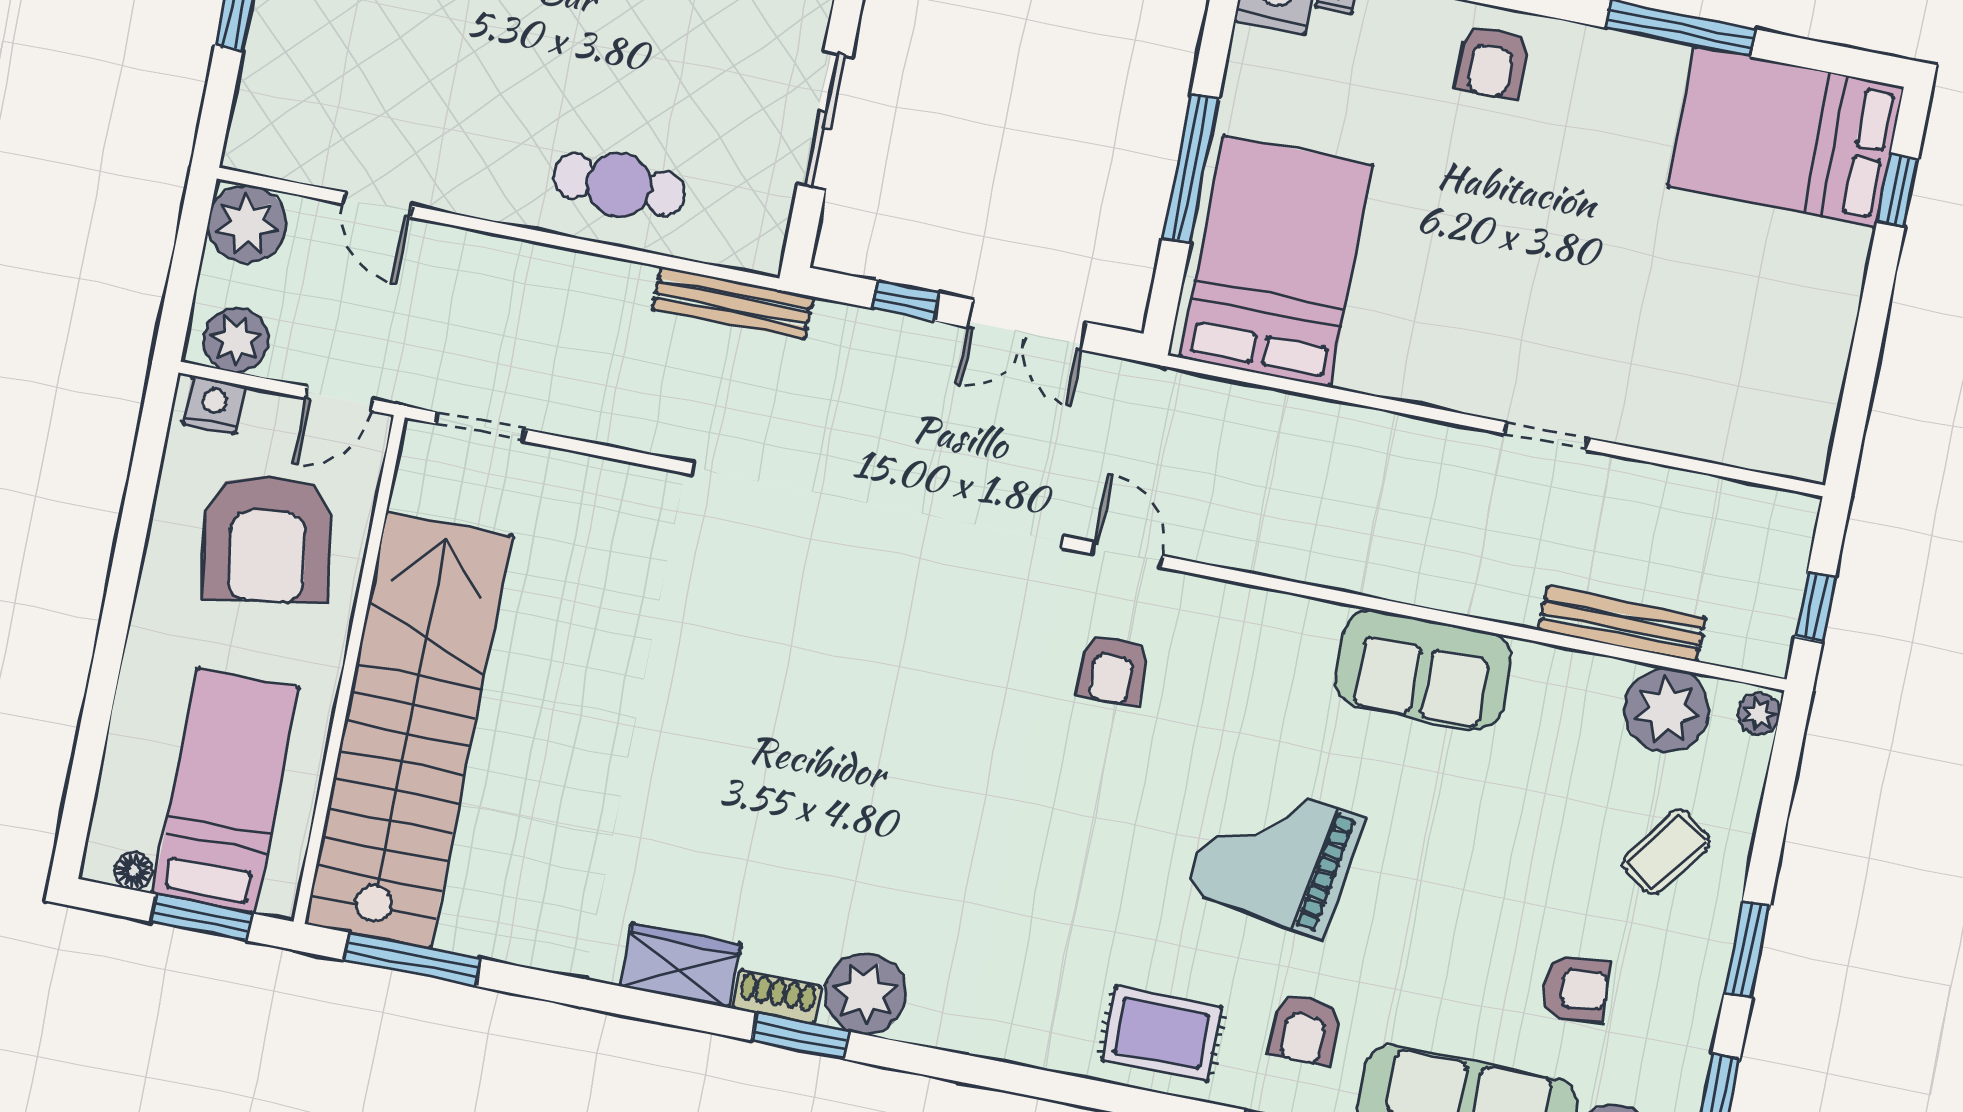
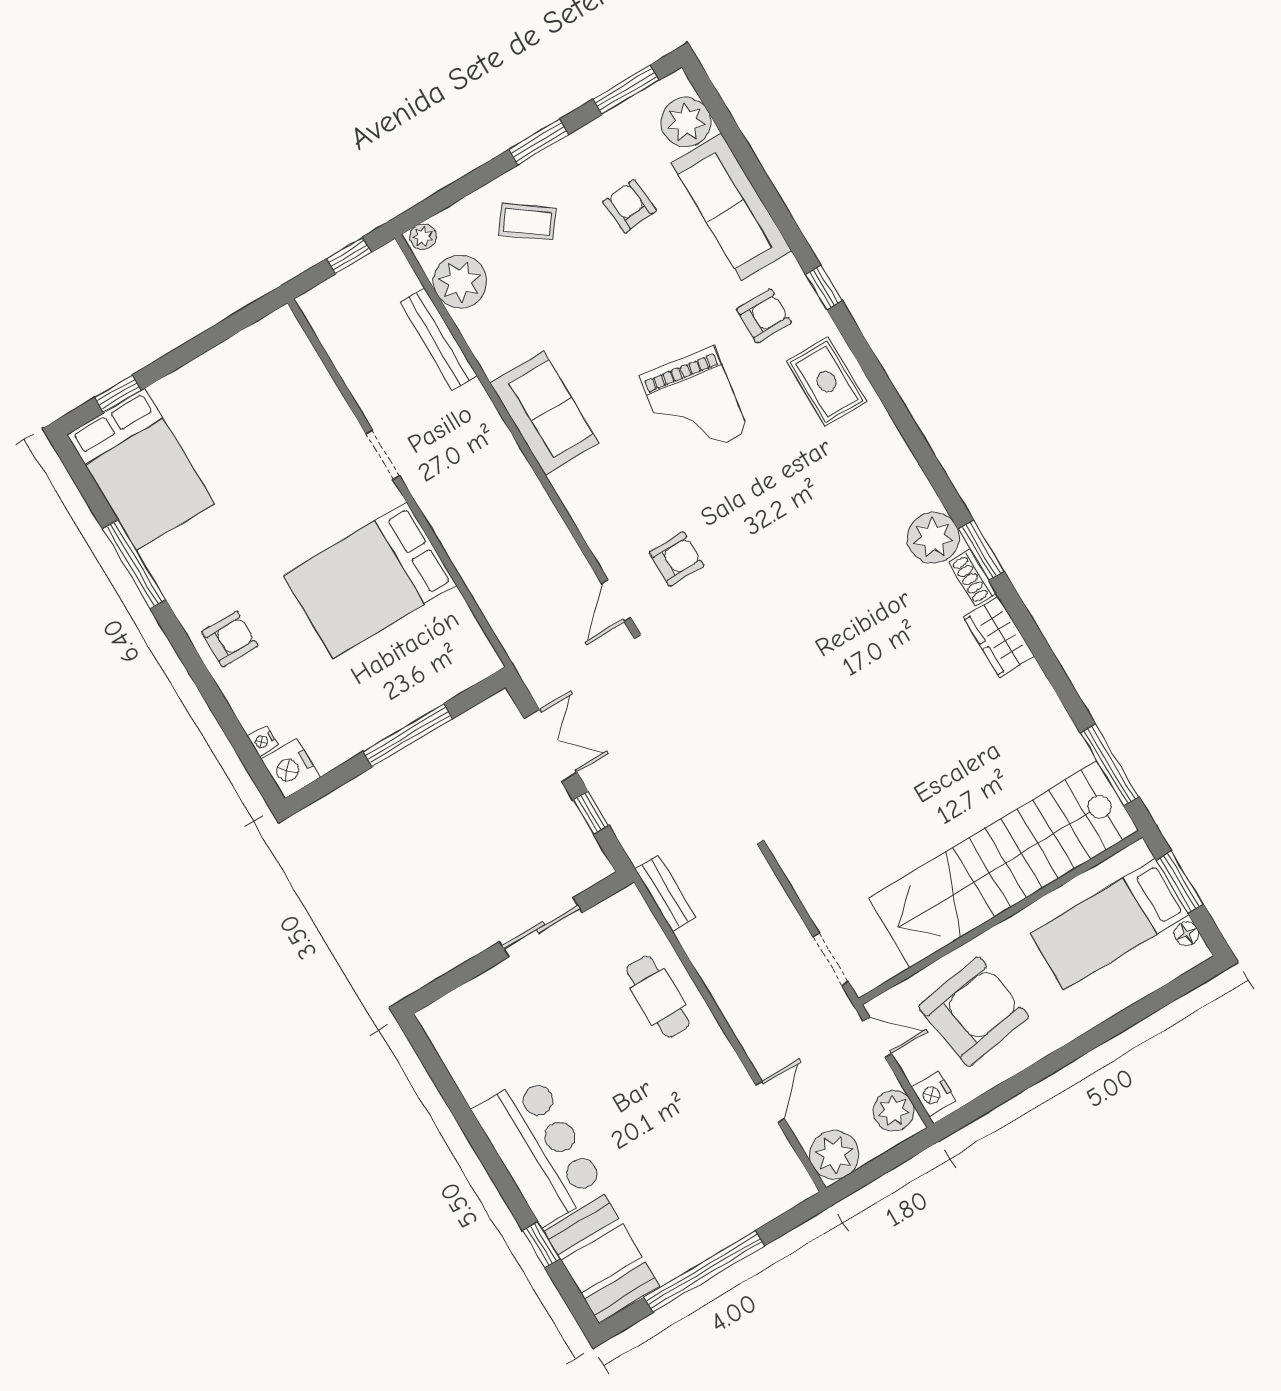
bed: (1277, 261) -> (370, 580), moved
bench: (733, 303) -> (665, 893), width x0.73

